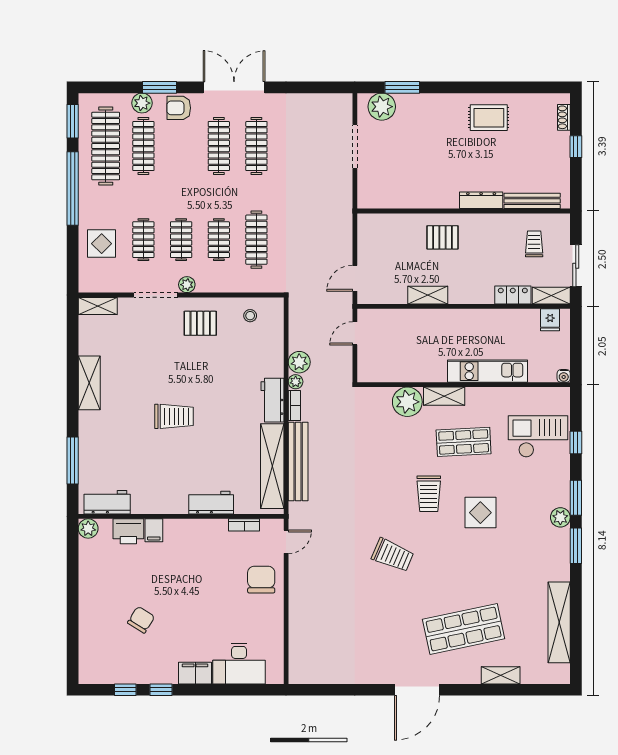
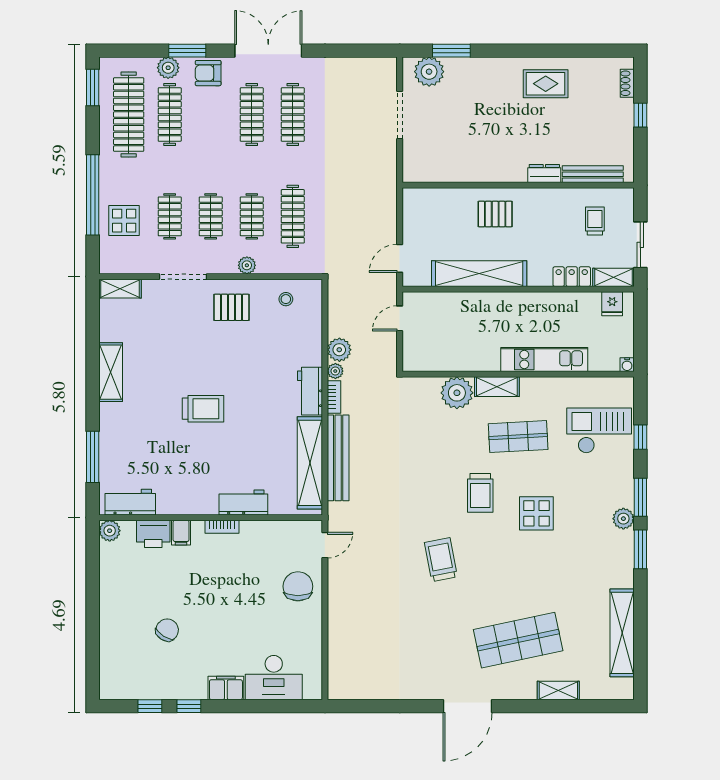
window: (73, 189) -> (93, 195), moved
dresser: (481, 200) -> (544, 173), width x0.70
plant: (187, 285) -> (247, 265), moved
shelving: (428, 295) -> (479, 274), width x2.20, depth x1.33
bookcase: (244, 525) -> (222, 527), moved
trolley: (393, 555) -> (441, 560), turned -124

